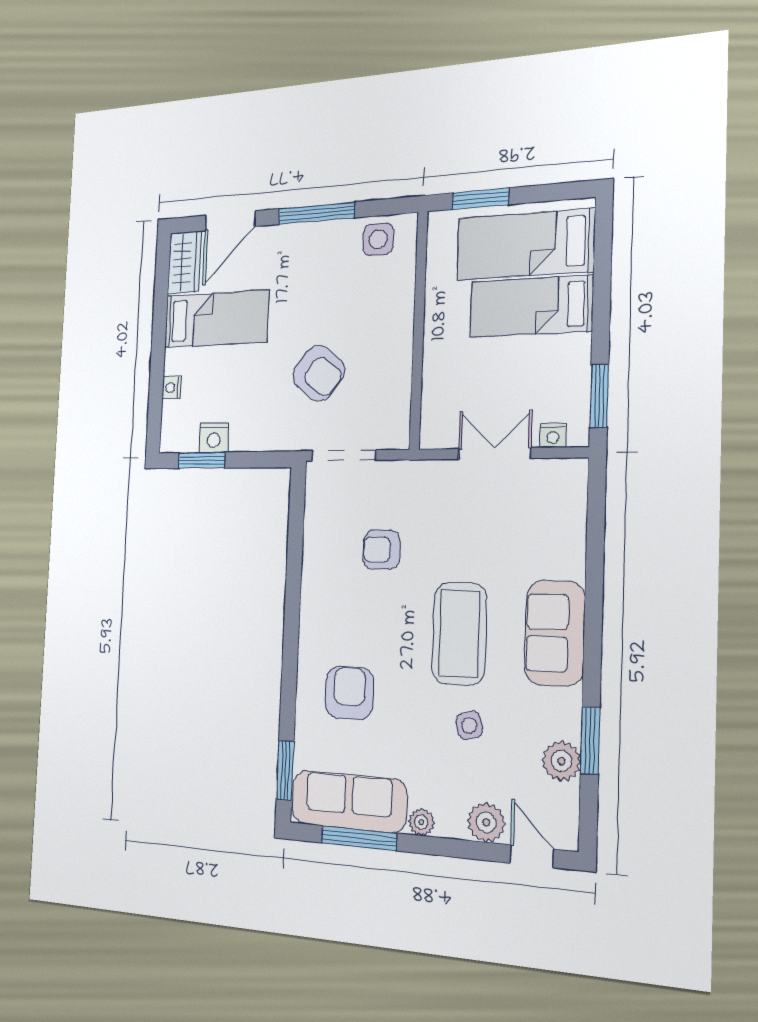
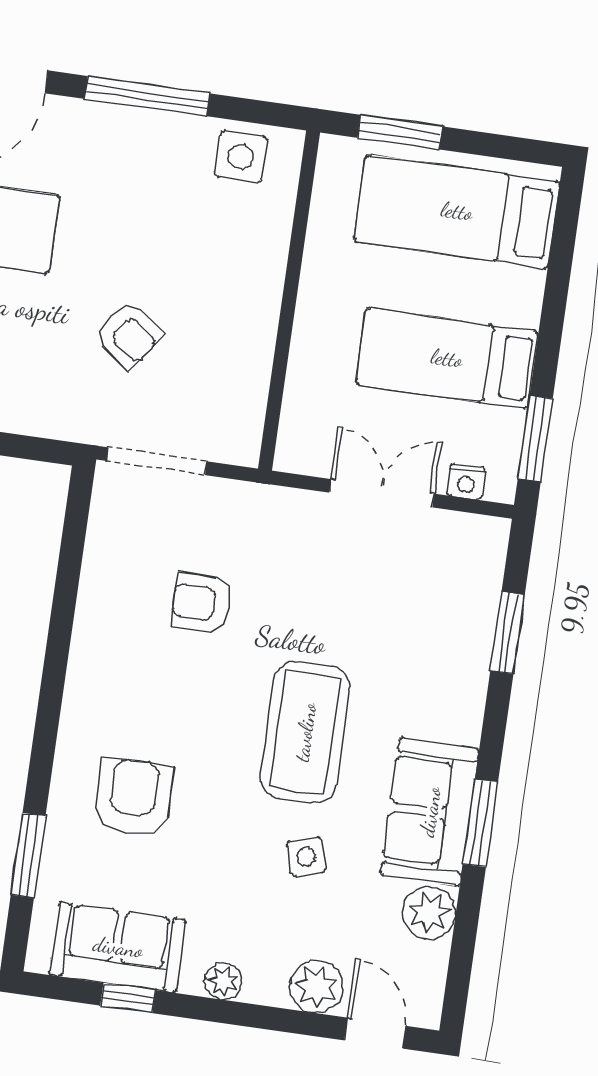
bed: (531, 306) -> (447, 358), moved
armchair: (319, 373) -> (129, 335), width x0.72, depth x0.72
window: (595, 543) -> (508, 633), added
sofa: (555, 633) -> (430, 812), moved
window: (590, 741) -> (480, 823), moved
window: (285, 770) -> (28, 855), moved
sofa: (349, 801) -> (118, 947), width x0.73
window: (359, 838) -> (128, 998), width x0.46

